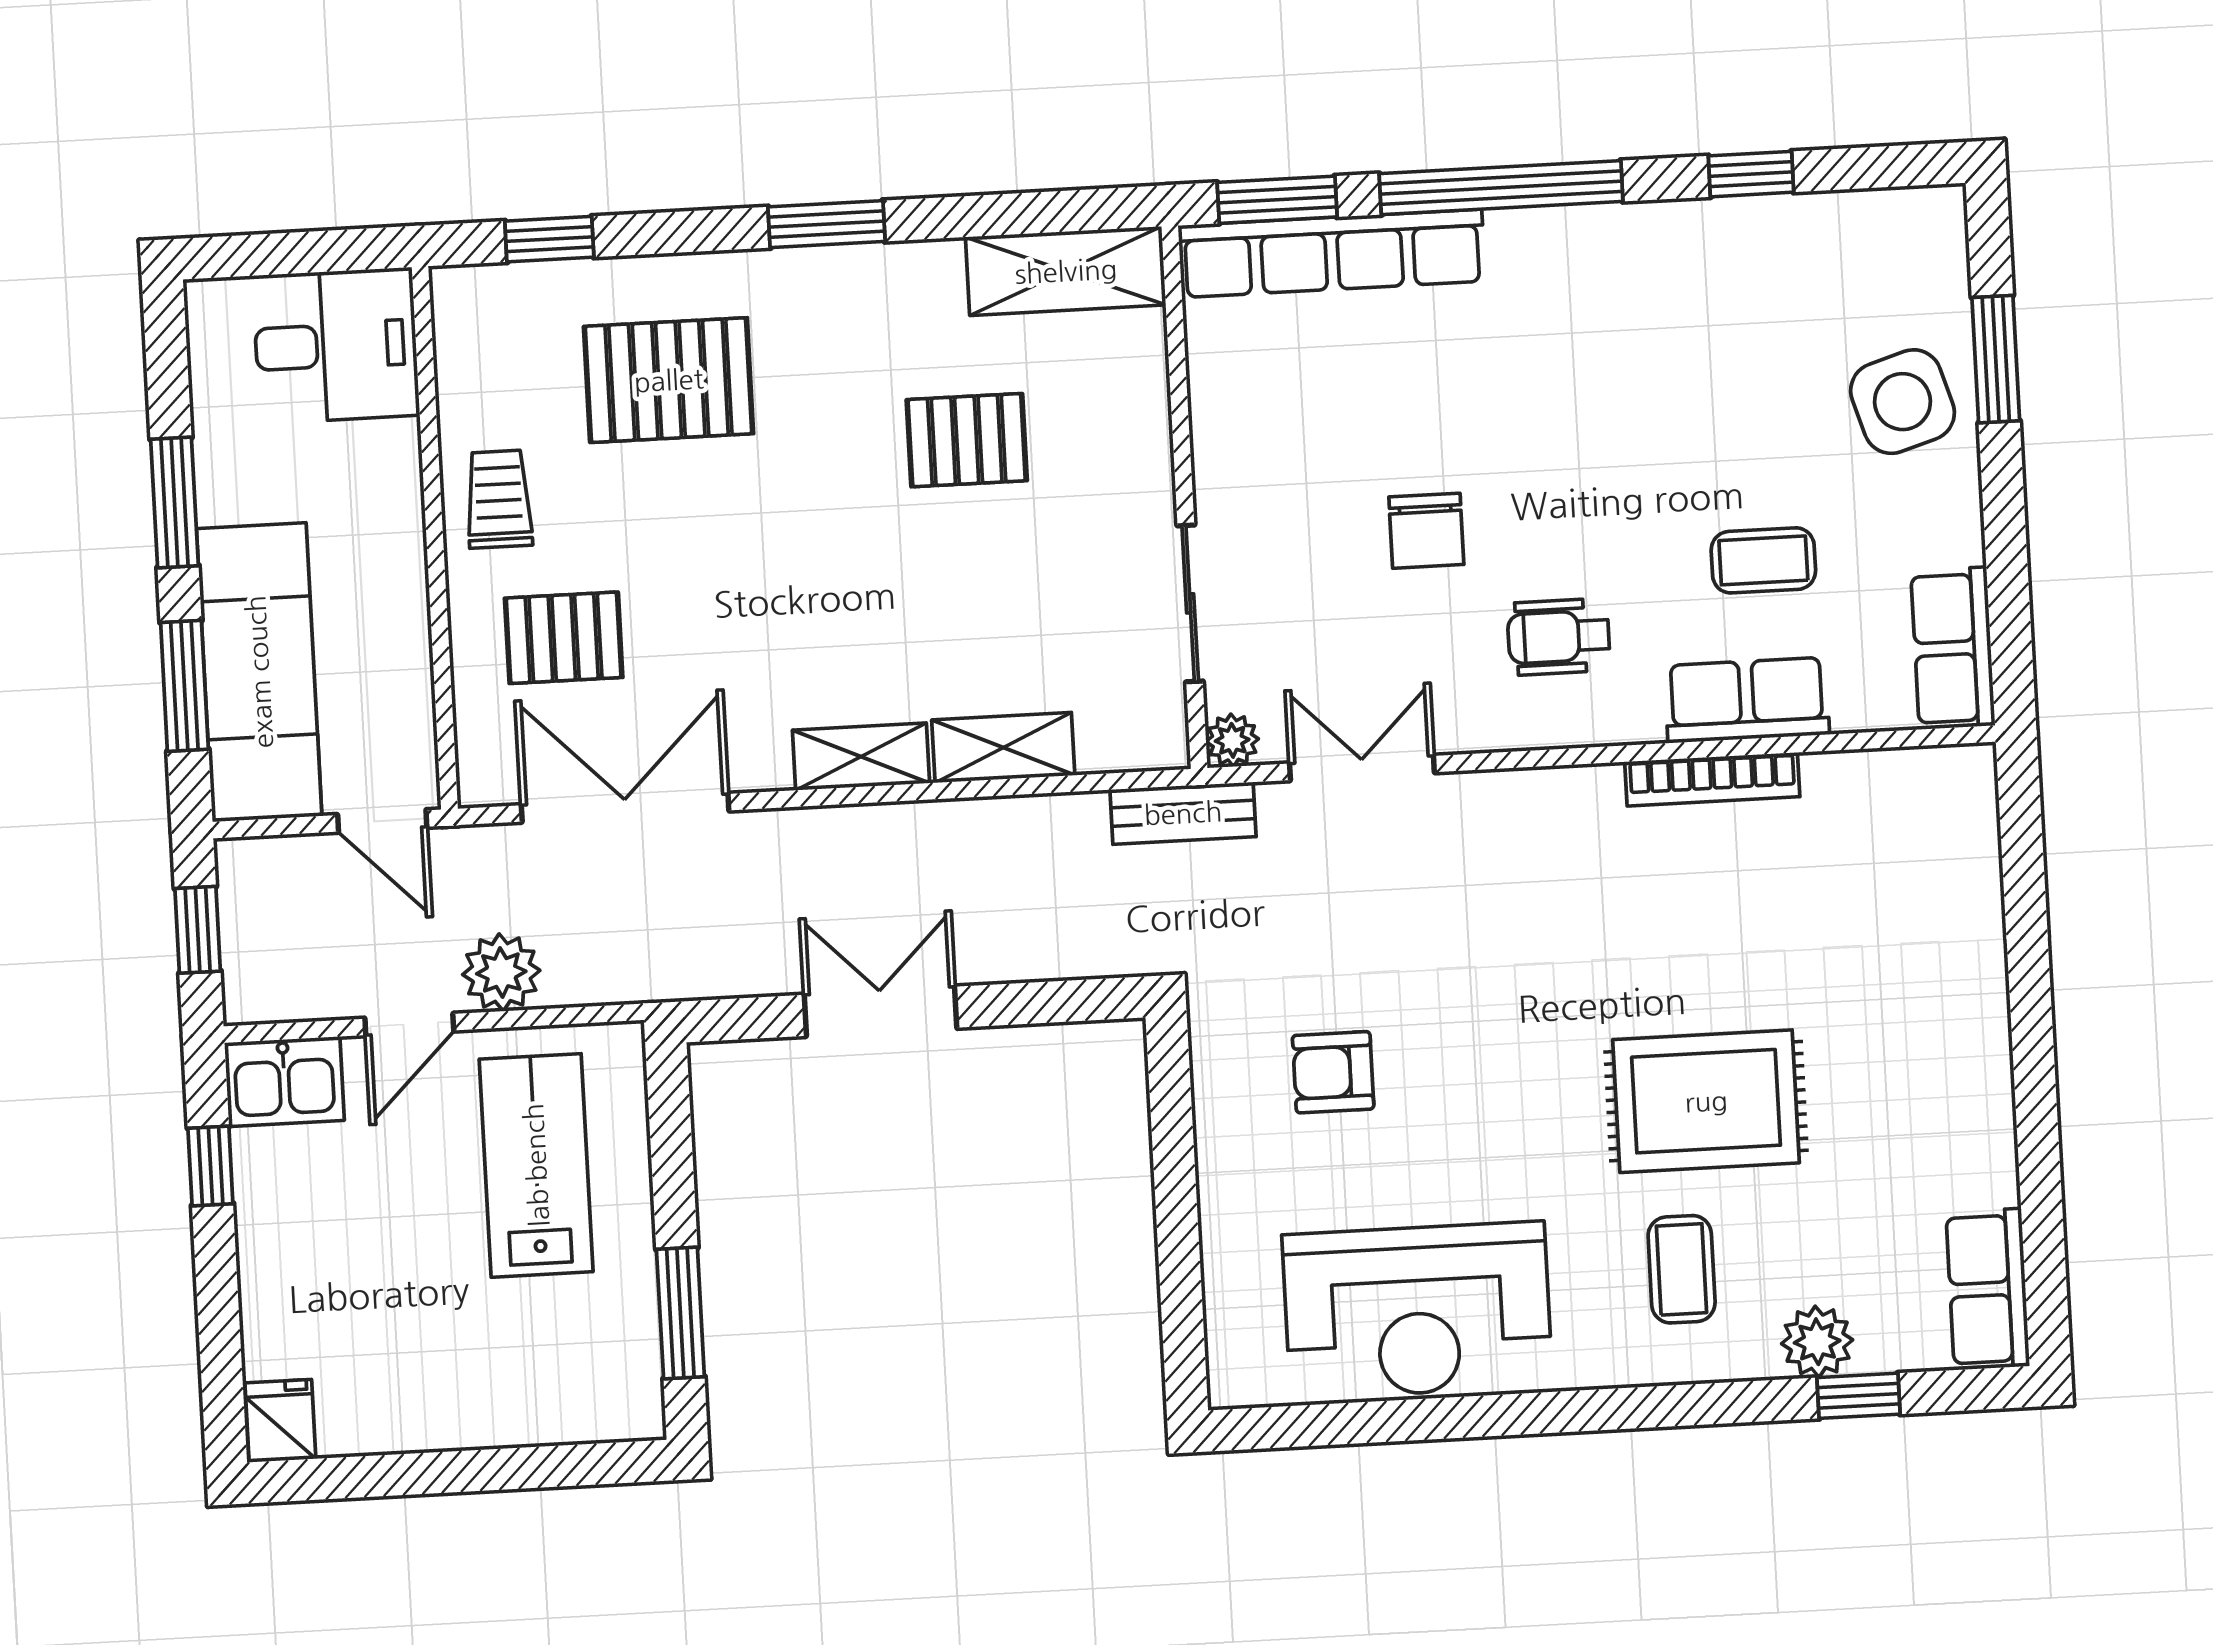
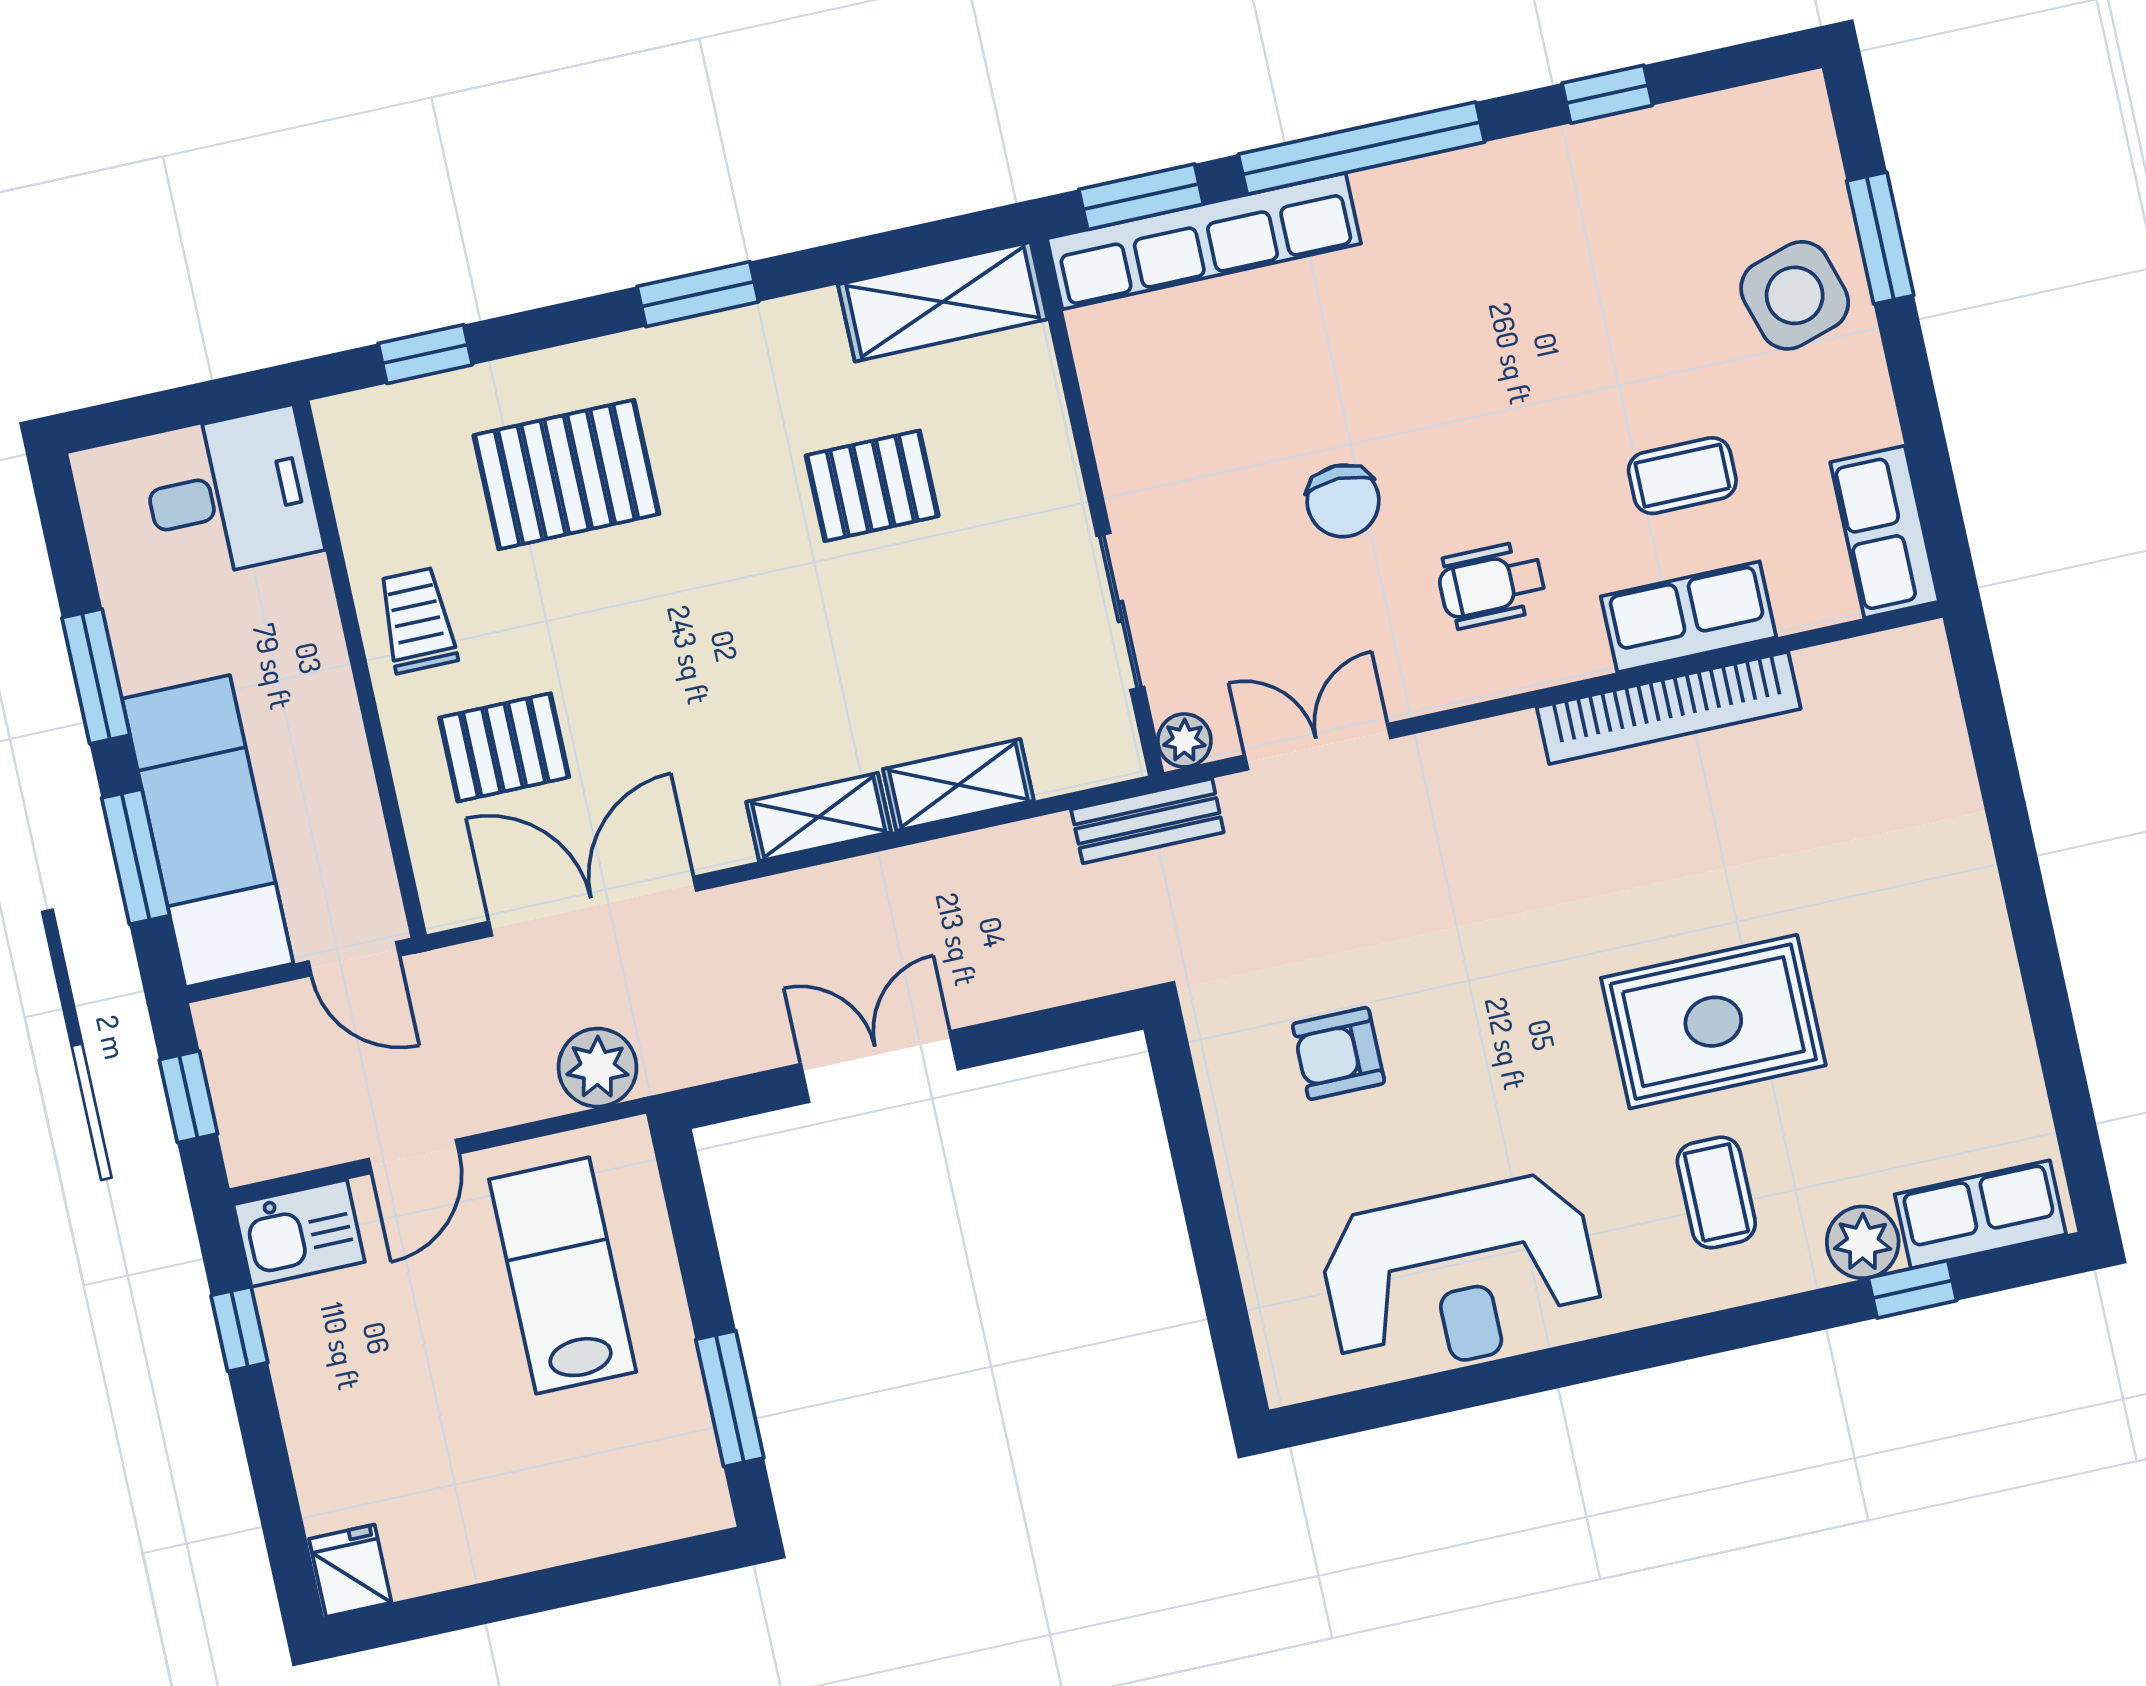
bookcase: (1712, 779) -> (1669, 708), width x1.48, depth x1.31
plant: (501, 972) -> (598, 1068), moved
row of seats: (1988, 1289) -> (1980, 1214), moved, turned 90

